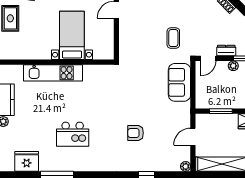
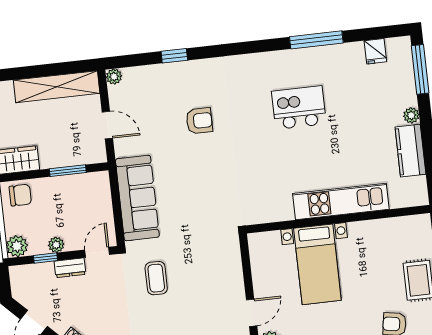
sofa: (179, 82) -> (137, 198), width x1.36
door: (193, 137) -> (107, 125), hinge flipped
fridge: (27, 161) -> (375, 51), width x0.53, depth x0.75

